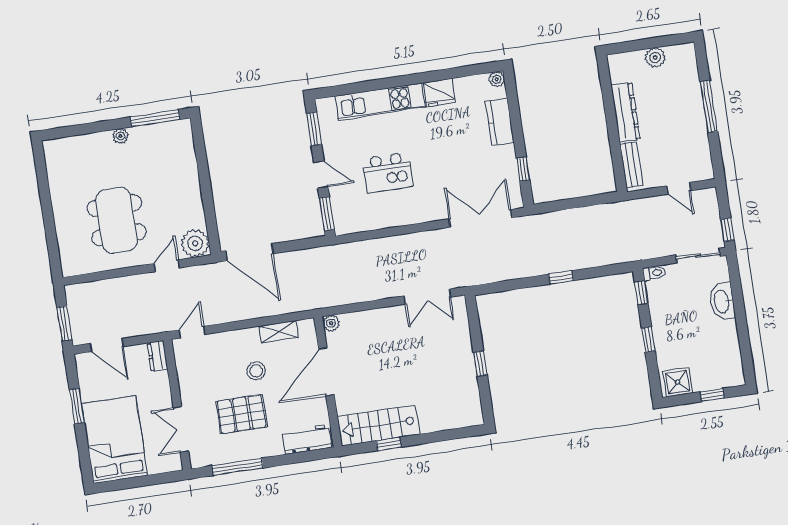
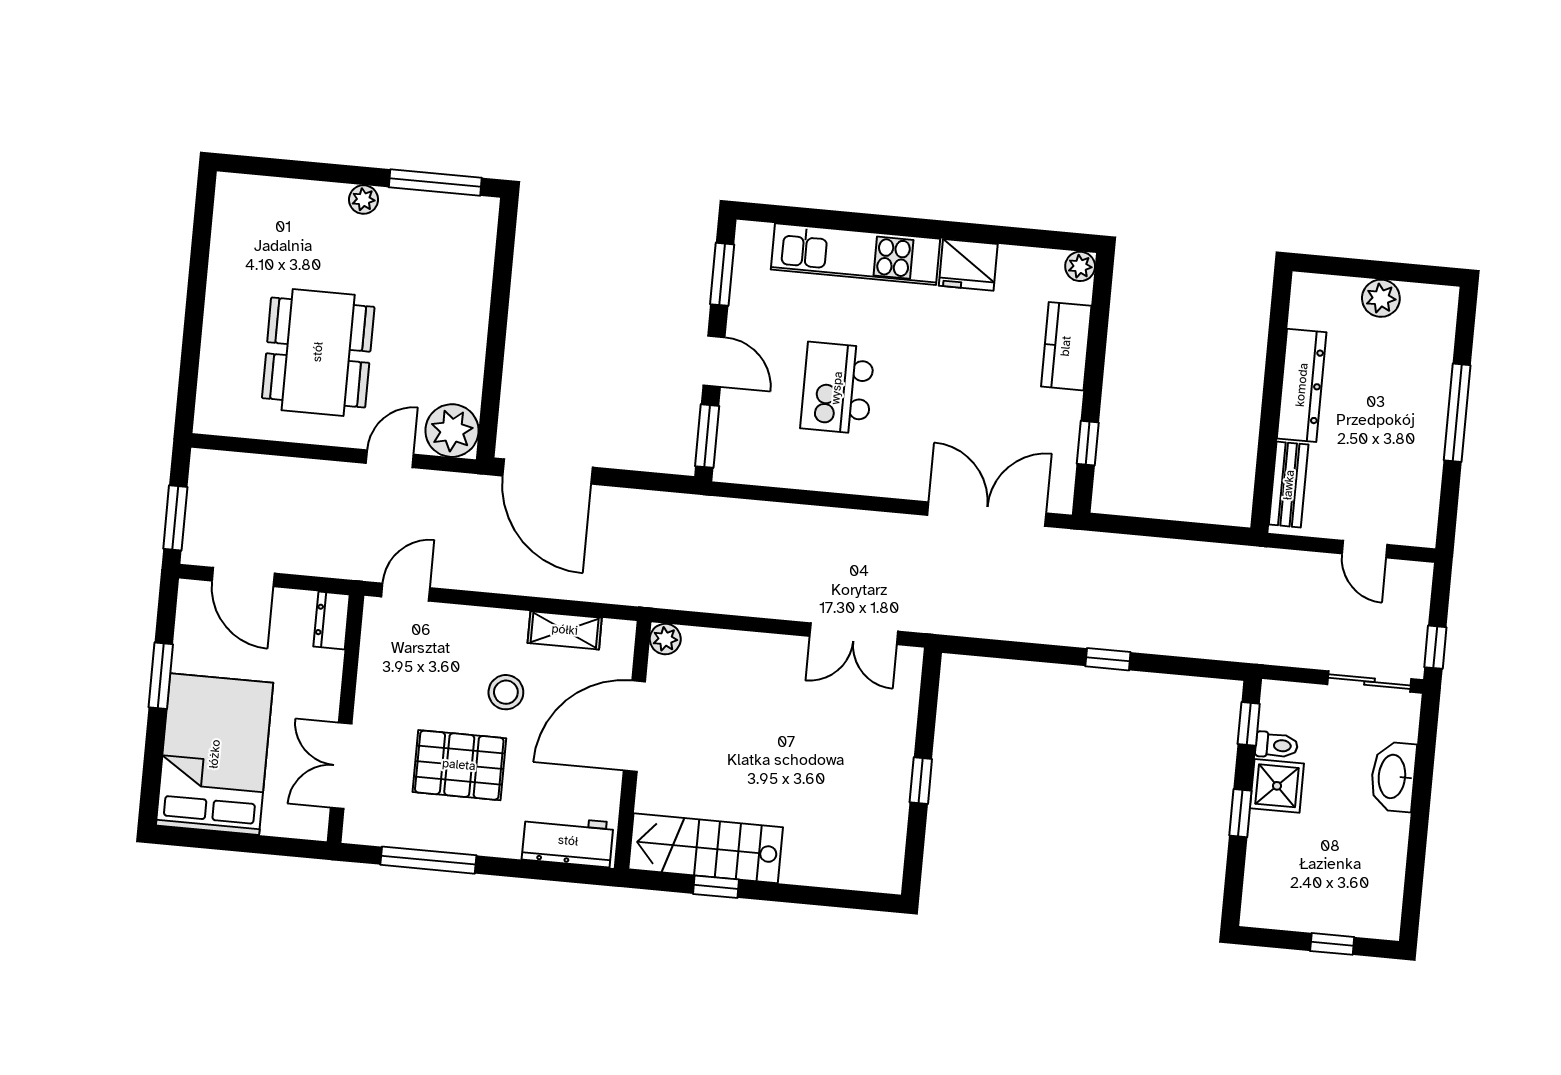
kitchen island: (388, 173) -> (837, 388), turned 90
toilet: (654, 273) -> (1277, 745), moved
shower: (678, 382) -> (1277, 786), moved

